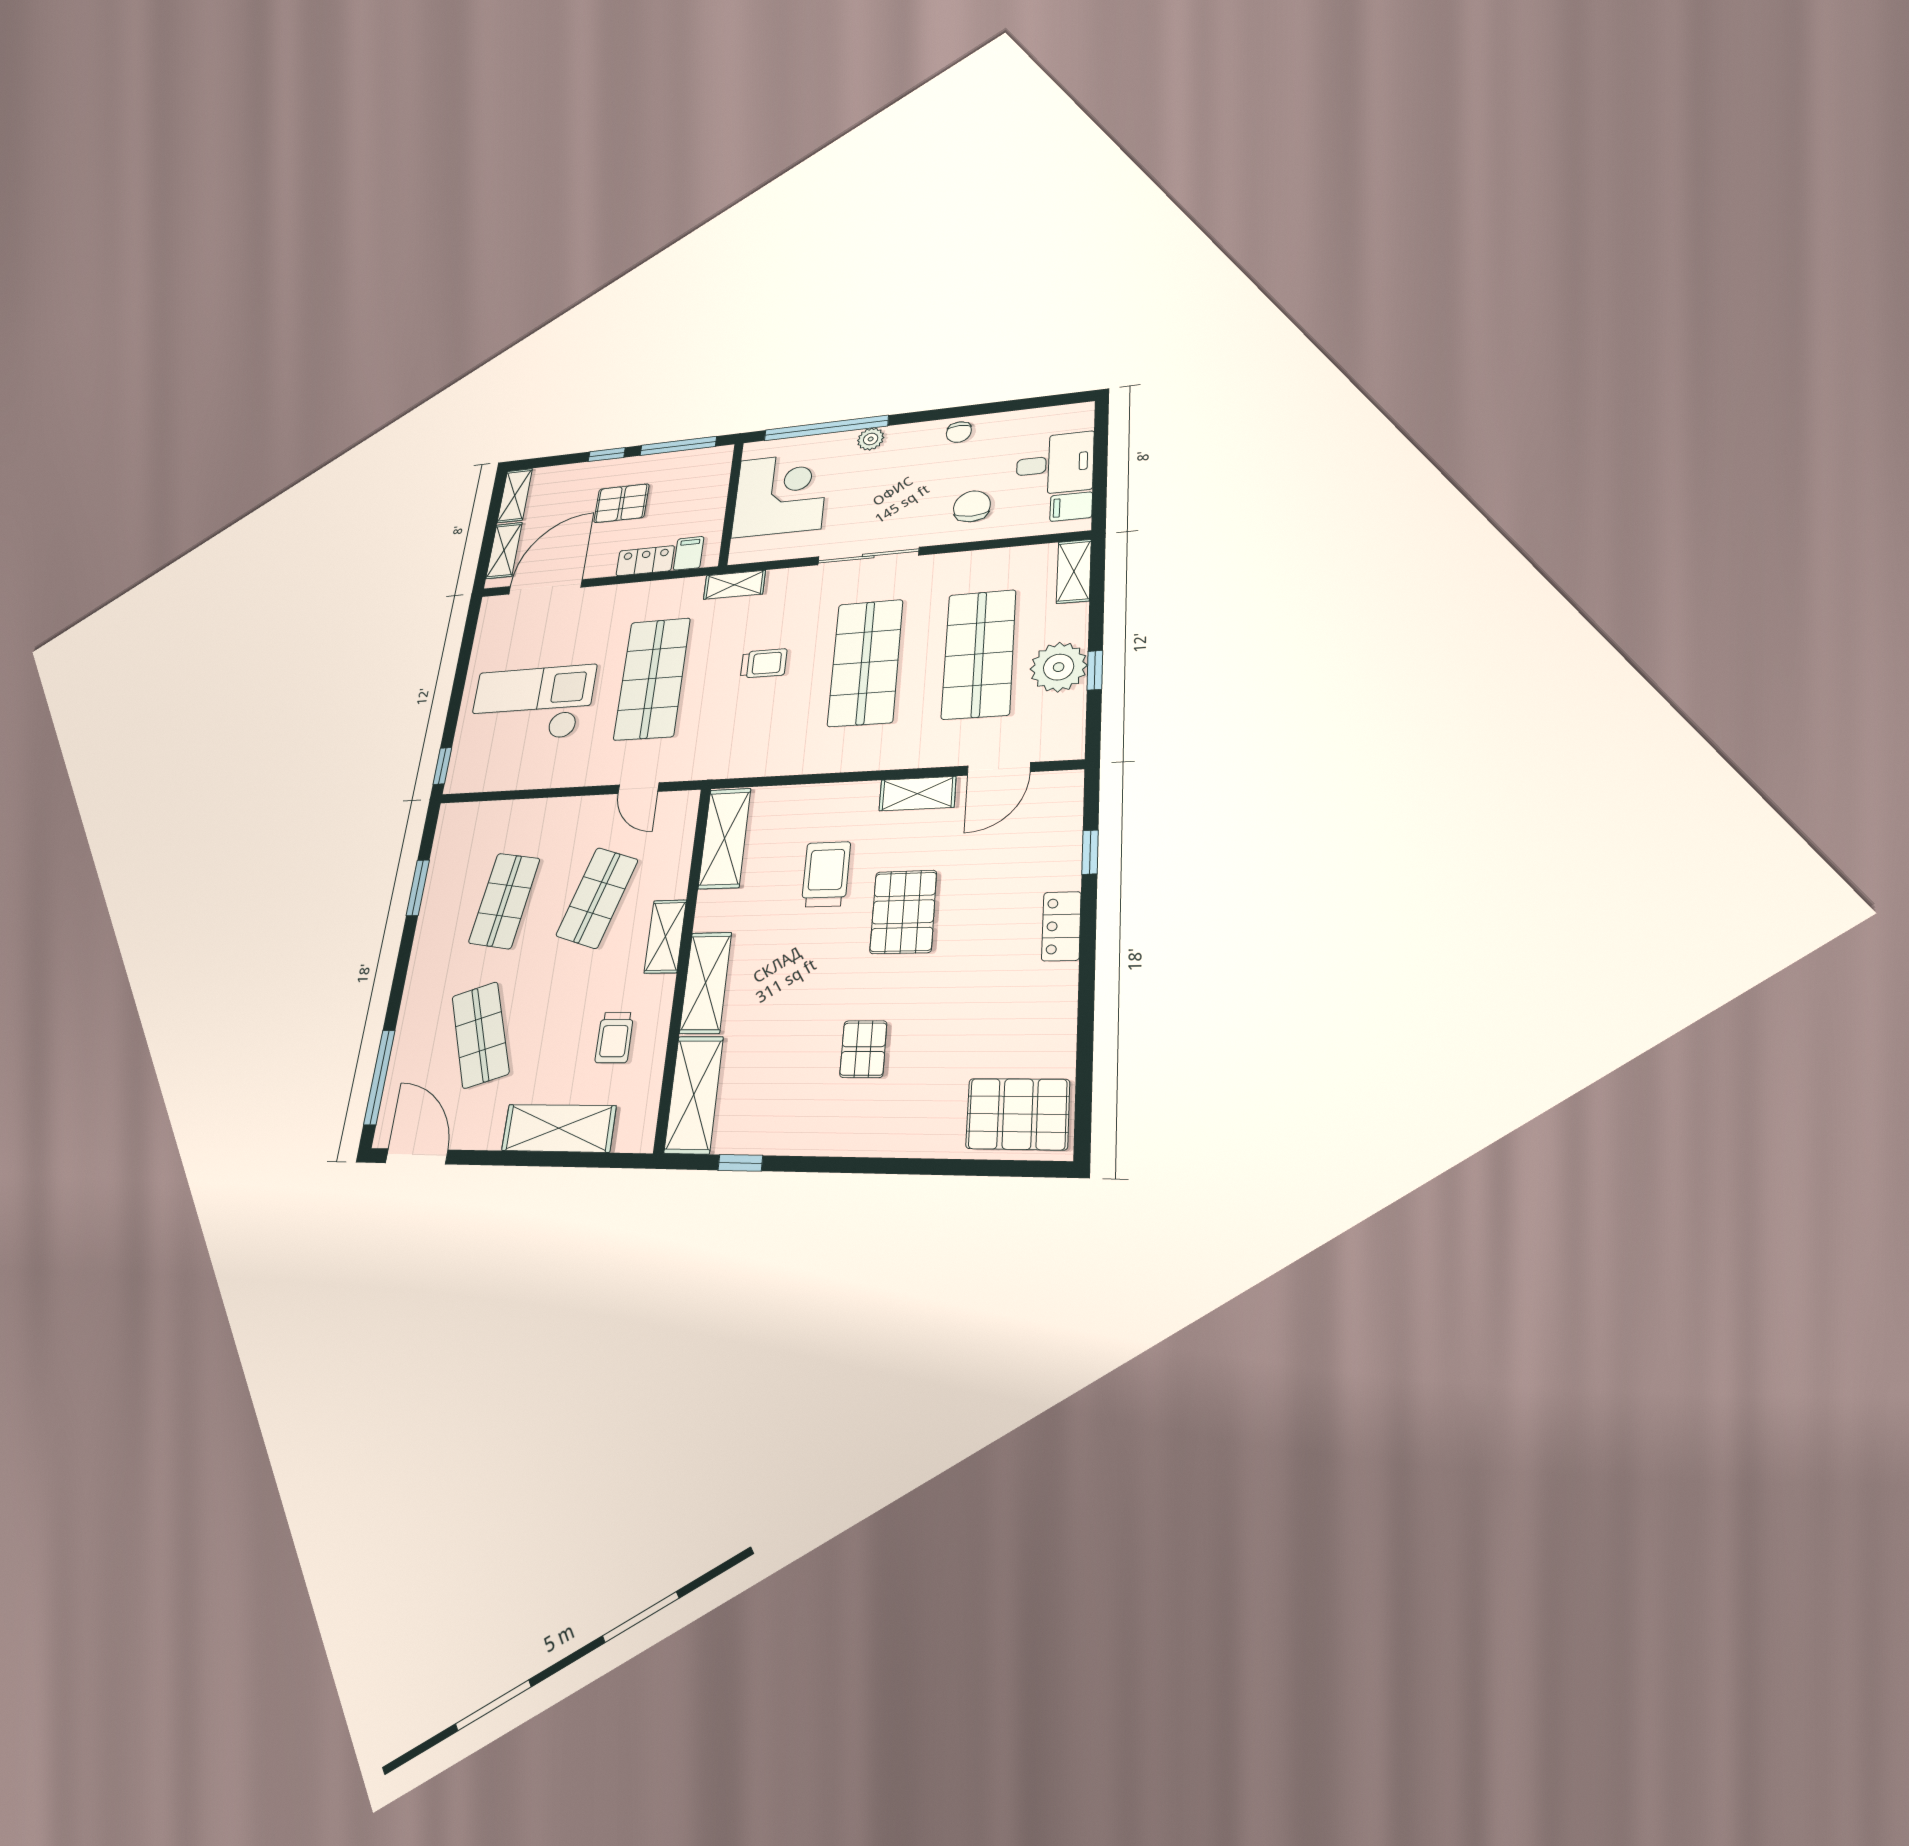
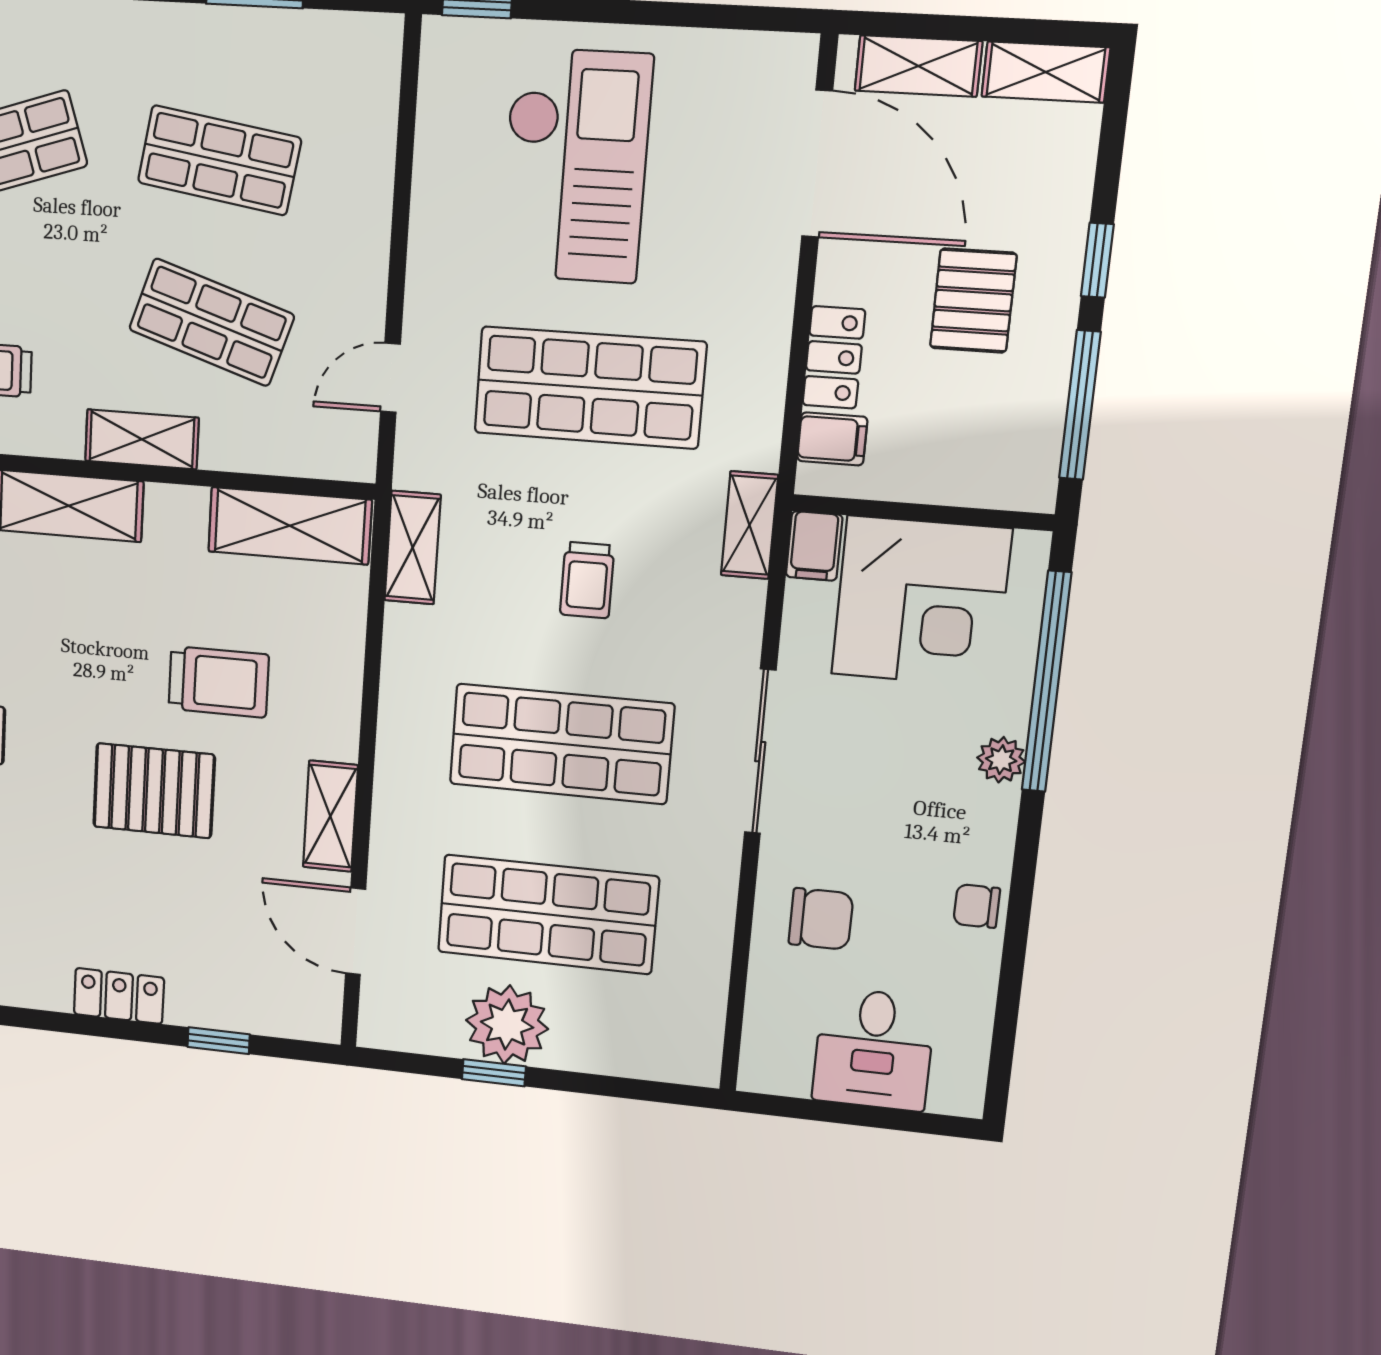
filing cabinet: (1071, 507) -> (814, 546), moved, turned 180
shelving: (1074, 571) -> (413, 548), moved, turned 90

